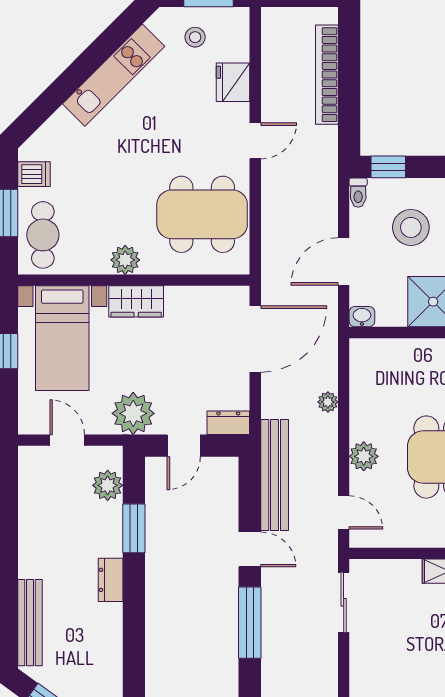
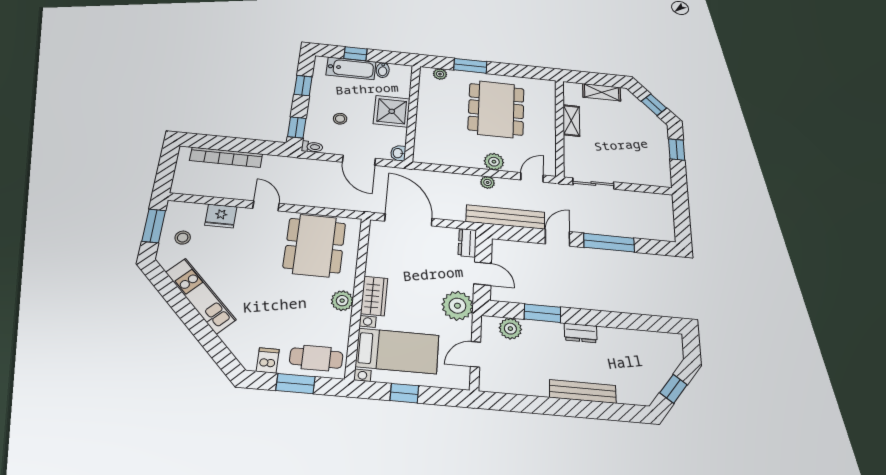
stool: (411, 227) -> (340, 119), width x0.53, depth x0.53
plant: (328, 402) -> (488, 182), moved
bench: (30, 623) -> (583, 391), moved

